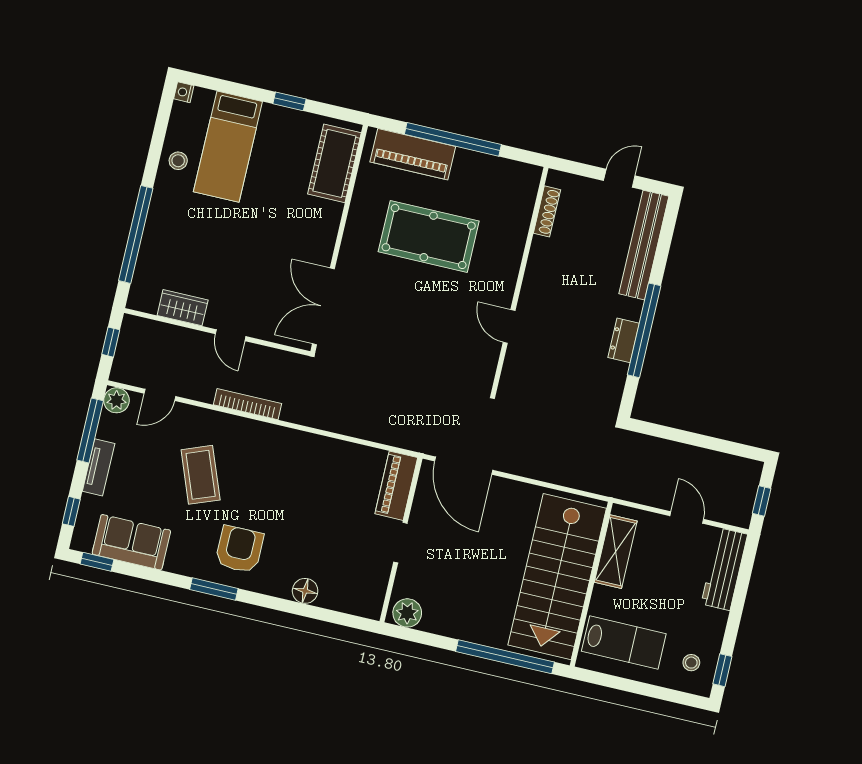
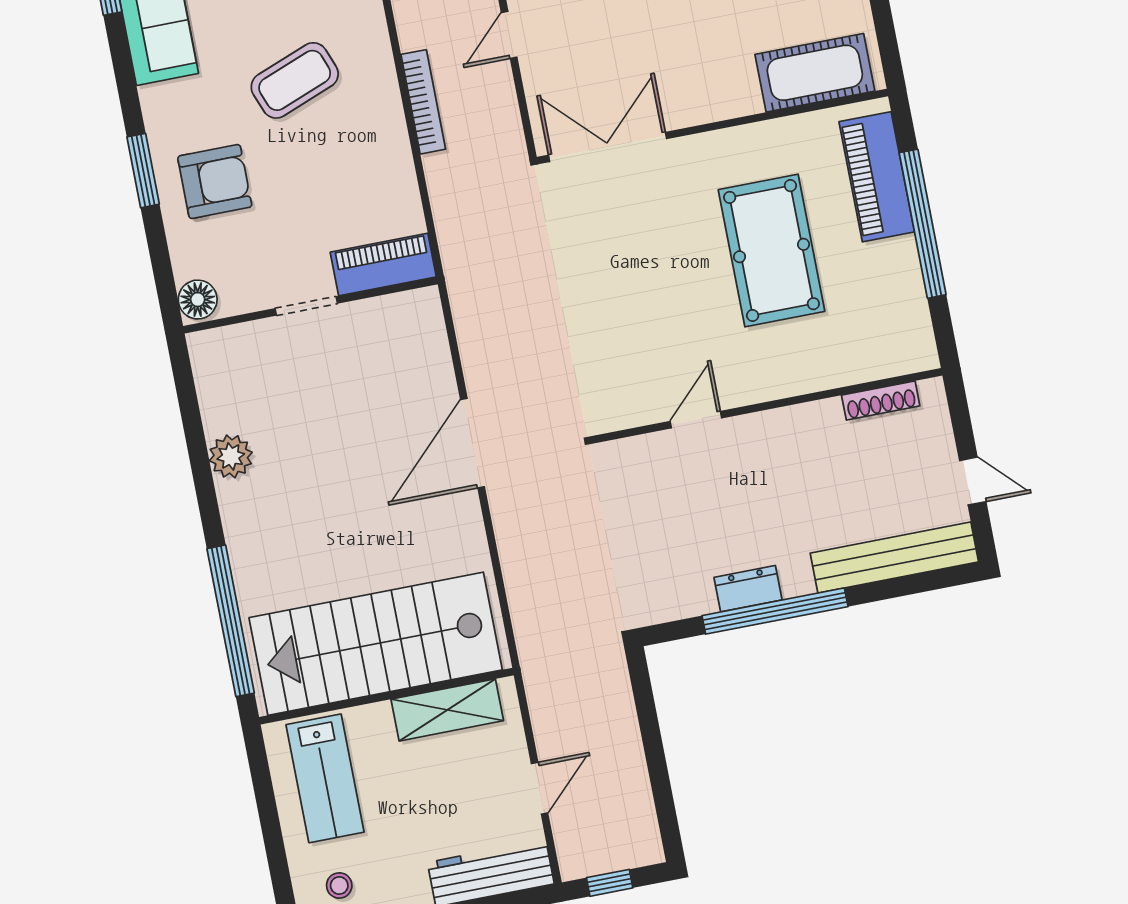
piano: (396, 486) -> (383, 264), moved
wall: (401, 540) -> (310, 305), moved
doorway: (400, 543) -> (306, 306), moved

